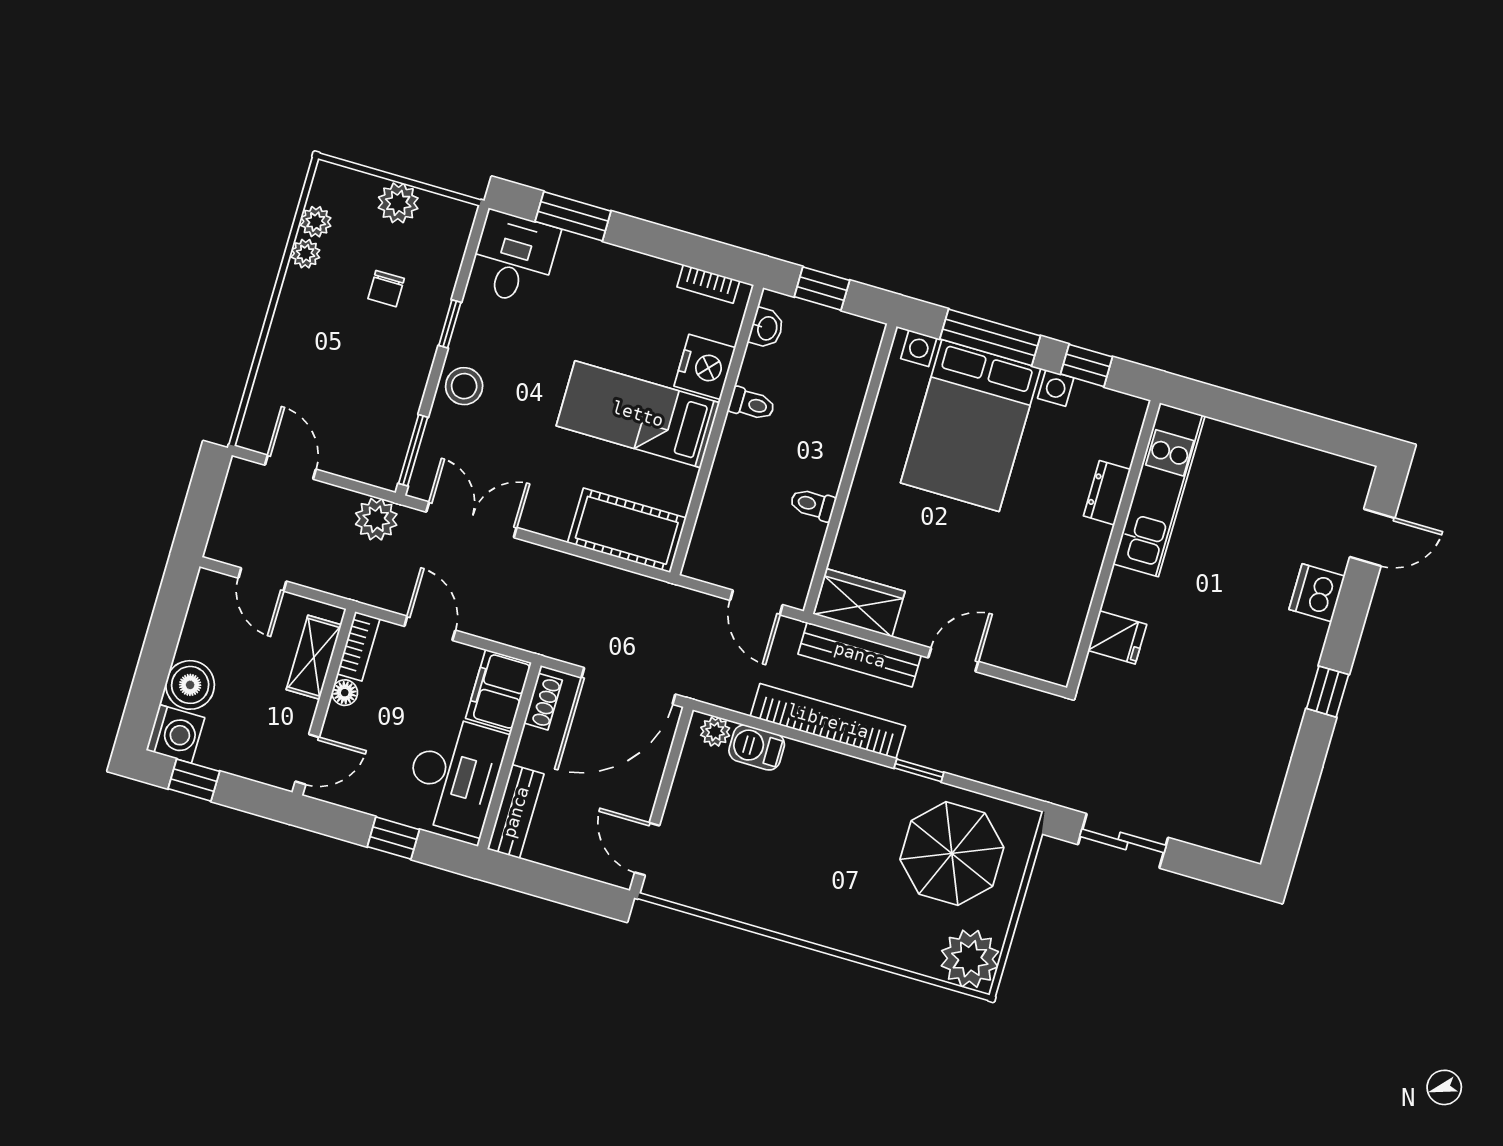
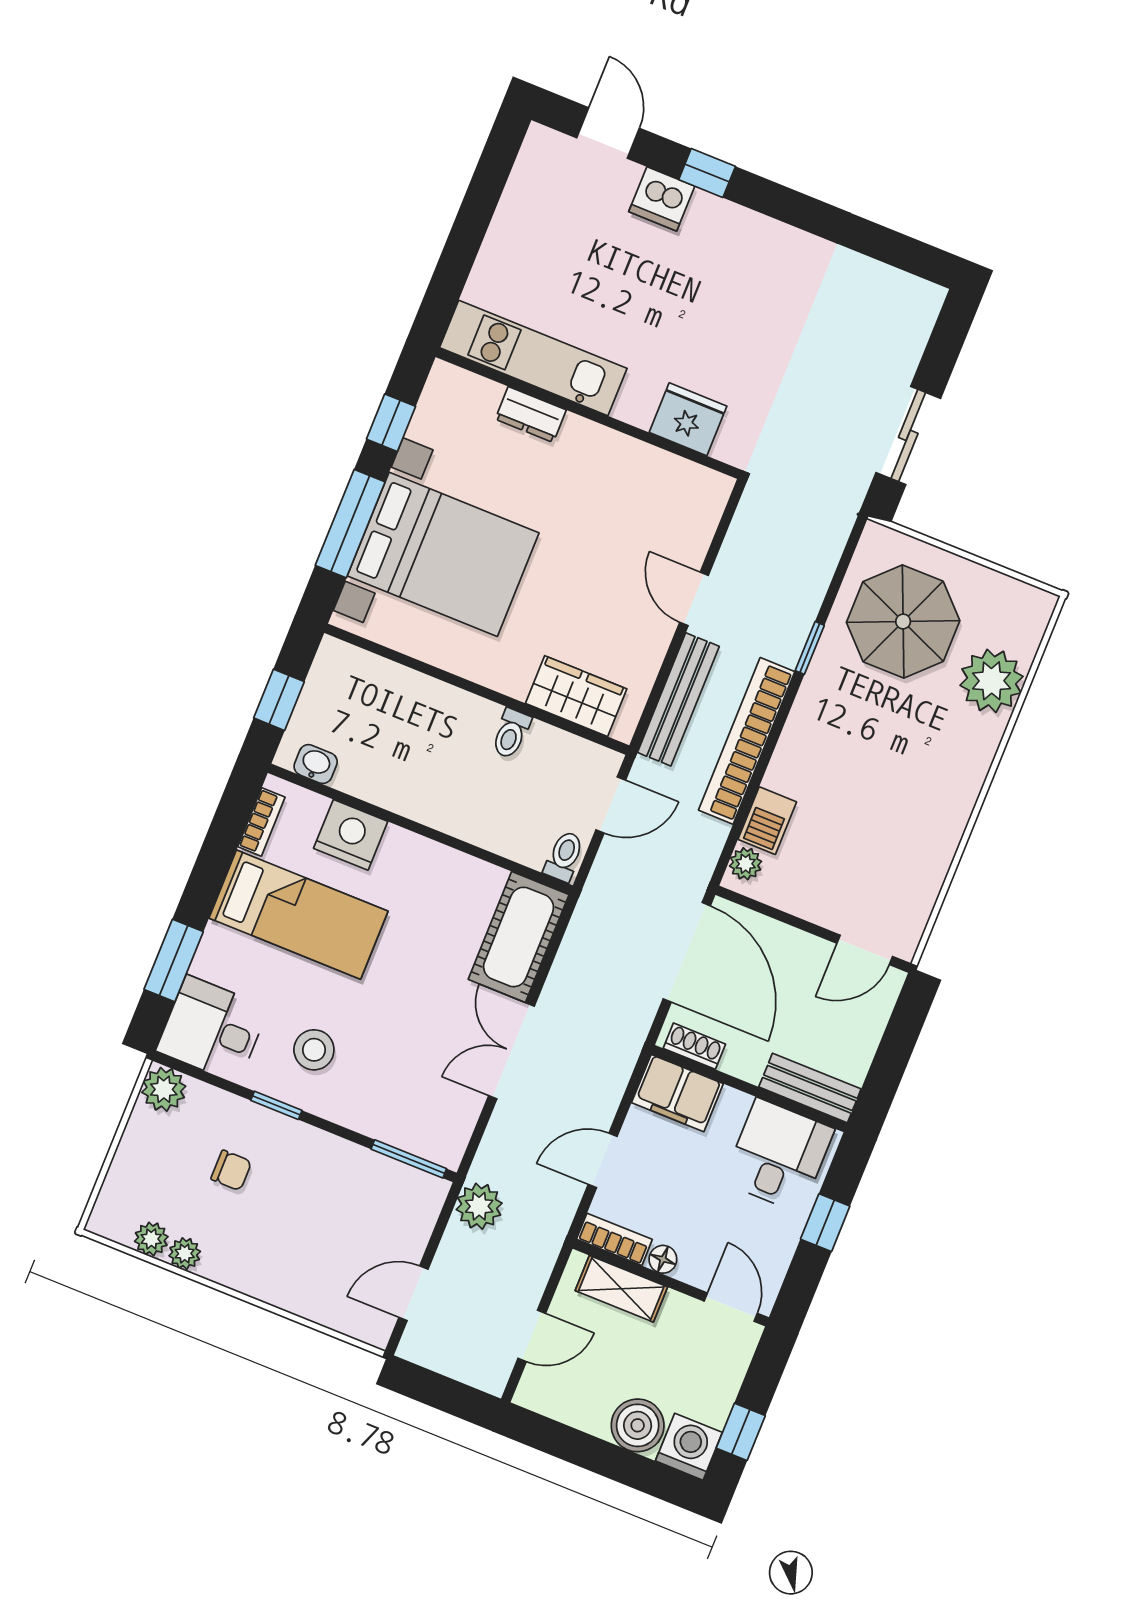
plant: (398, 203) -> (164, 1089), moved
stool: (464, 386) -> (314, 1050), moved
toilet: (752, 404) -> (564, 856), moved
bed: (638, 414) -> (298, 915), moved, turned -90
double door: (471, 520) -> (511, 1051), moved
wardrobe: (859, 603) -> (576, 696), moved, turned 90
fridge: (1117, 637) -> (688, 419), width x1.38
window: (1328, 692) -> (707, 173), moved
desk: (455, 775) -> (778, 1156), width x0.73
plant: (970, 959) -> (992, 681), moved

